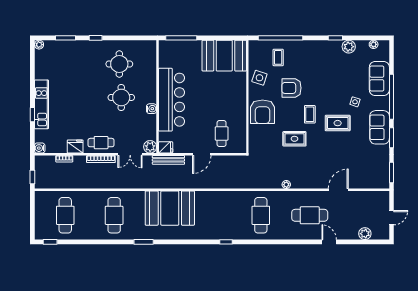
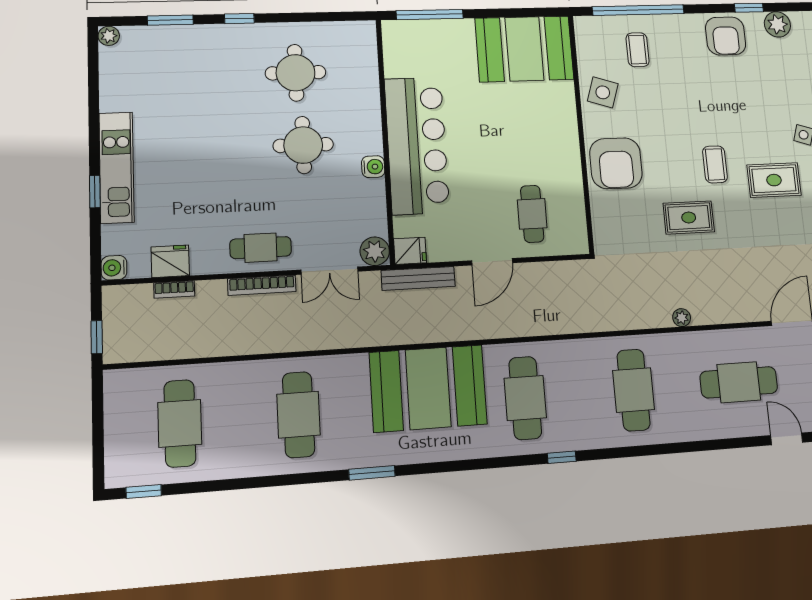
armchair: (291, 88) -> (726, 36), moved, turned -90
fridge: (75, 147) -> (170, 261), moved
cafe table: (212, 215) -> (525, 398), added

